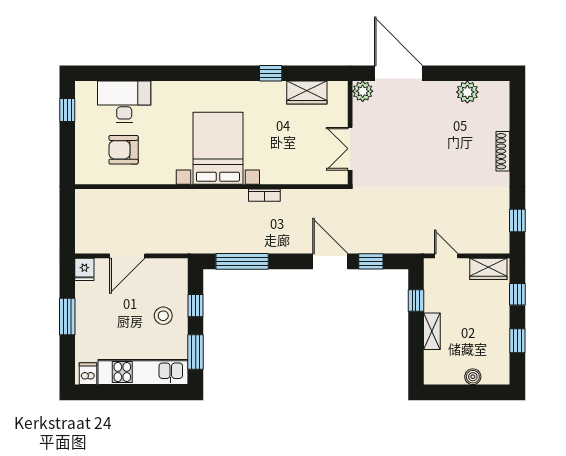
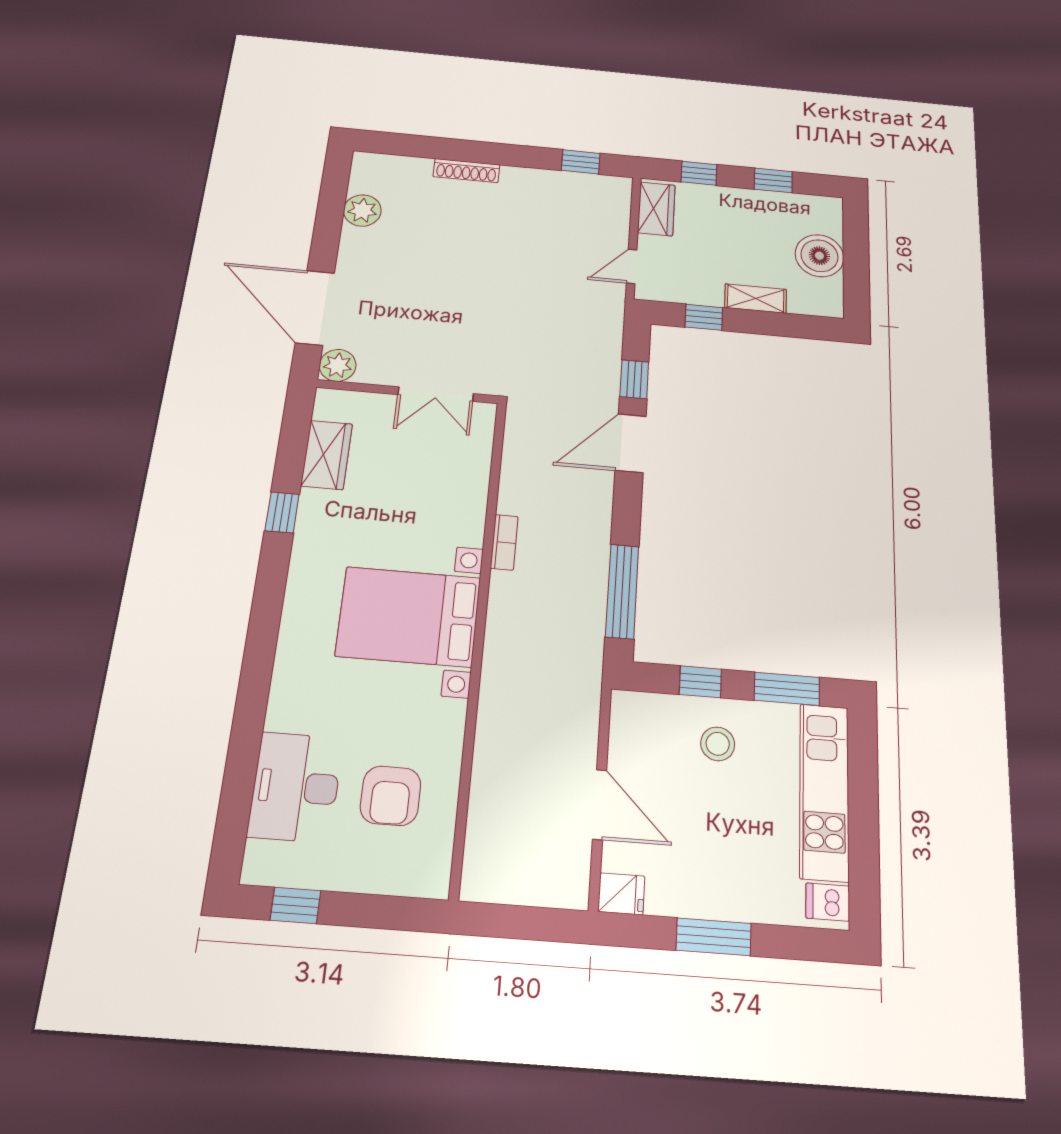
door: (399, 73) -> (315, 308), hinge flipped
boiler: (473, 377) -> (819, 256), width x1.86, depth x1.86

